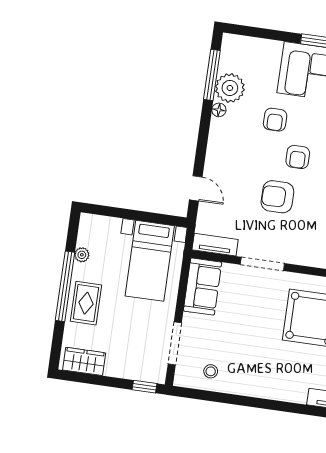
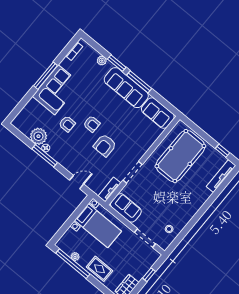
window: (212, 75) -> (45, 156), moved
window: (65, 286) -> (73, 264), moved
window: (144, 387) -> (149, 275), moved

